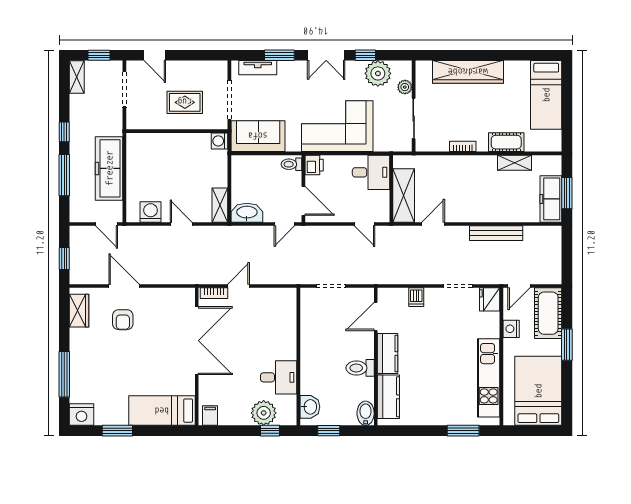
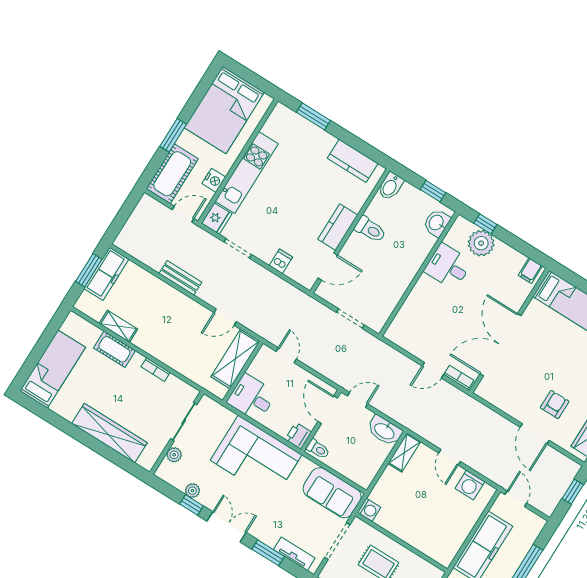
plant: (378, 73) -> (192, 491), width x0.53, depth x0.53
bench: (496, 233) -> (180, 278), width x0.73
kitchen unit: (489, 378) -> (247, 173), moved
kitchen counter: (388, 397) -> (353, 161), moved, turned -90

